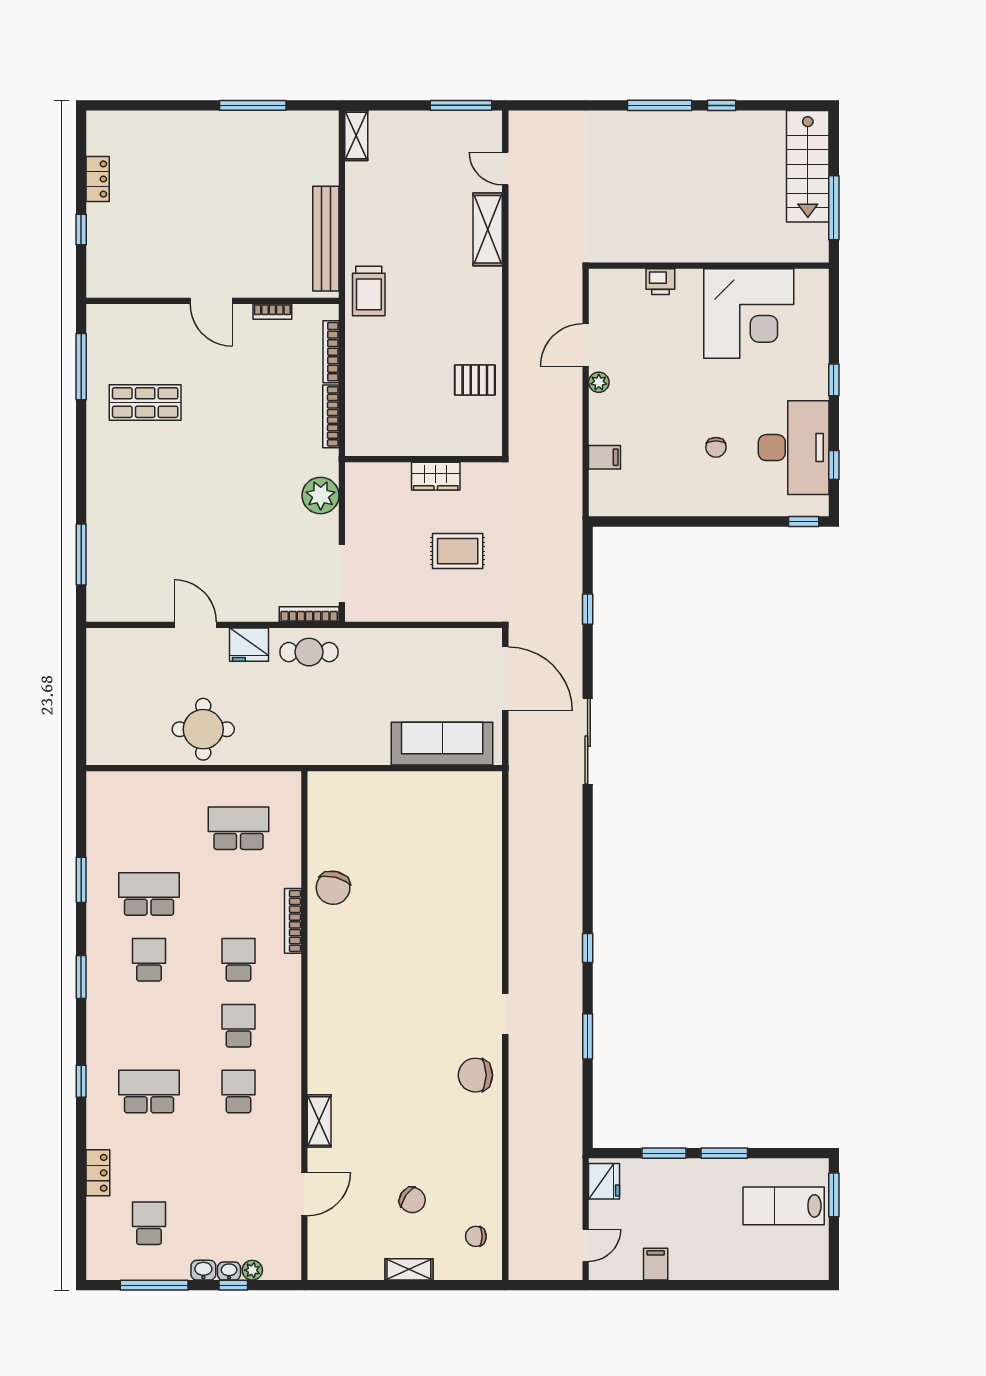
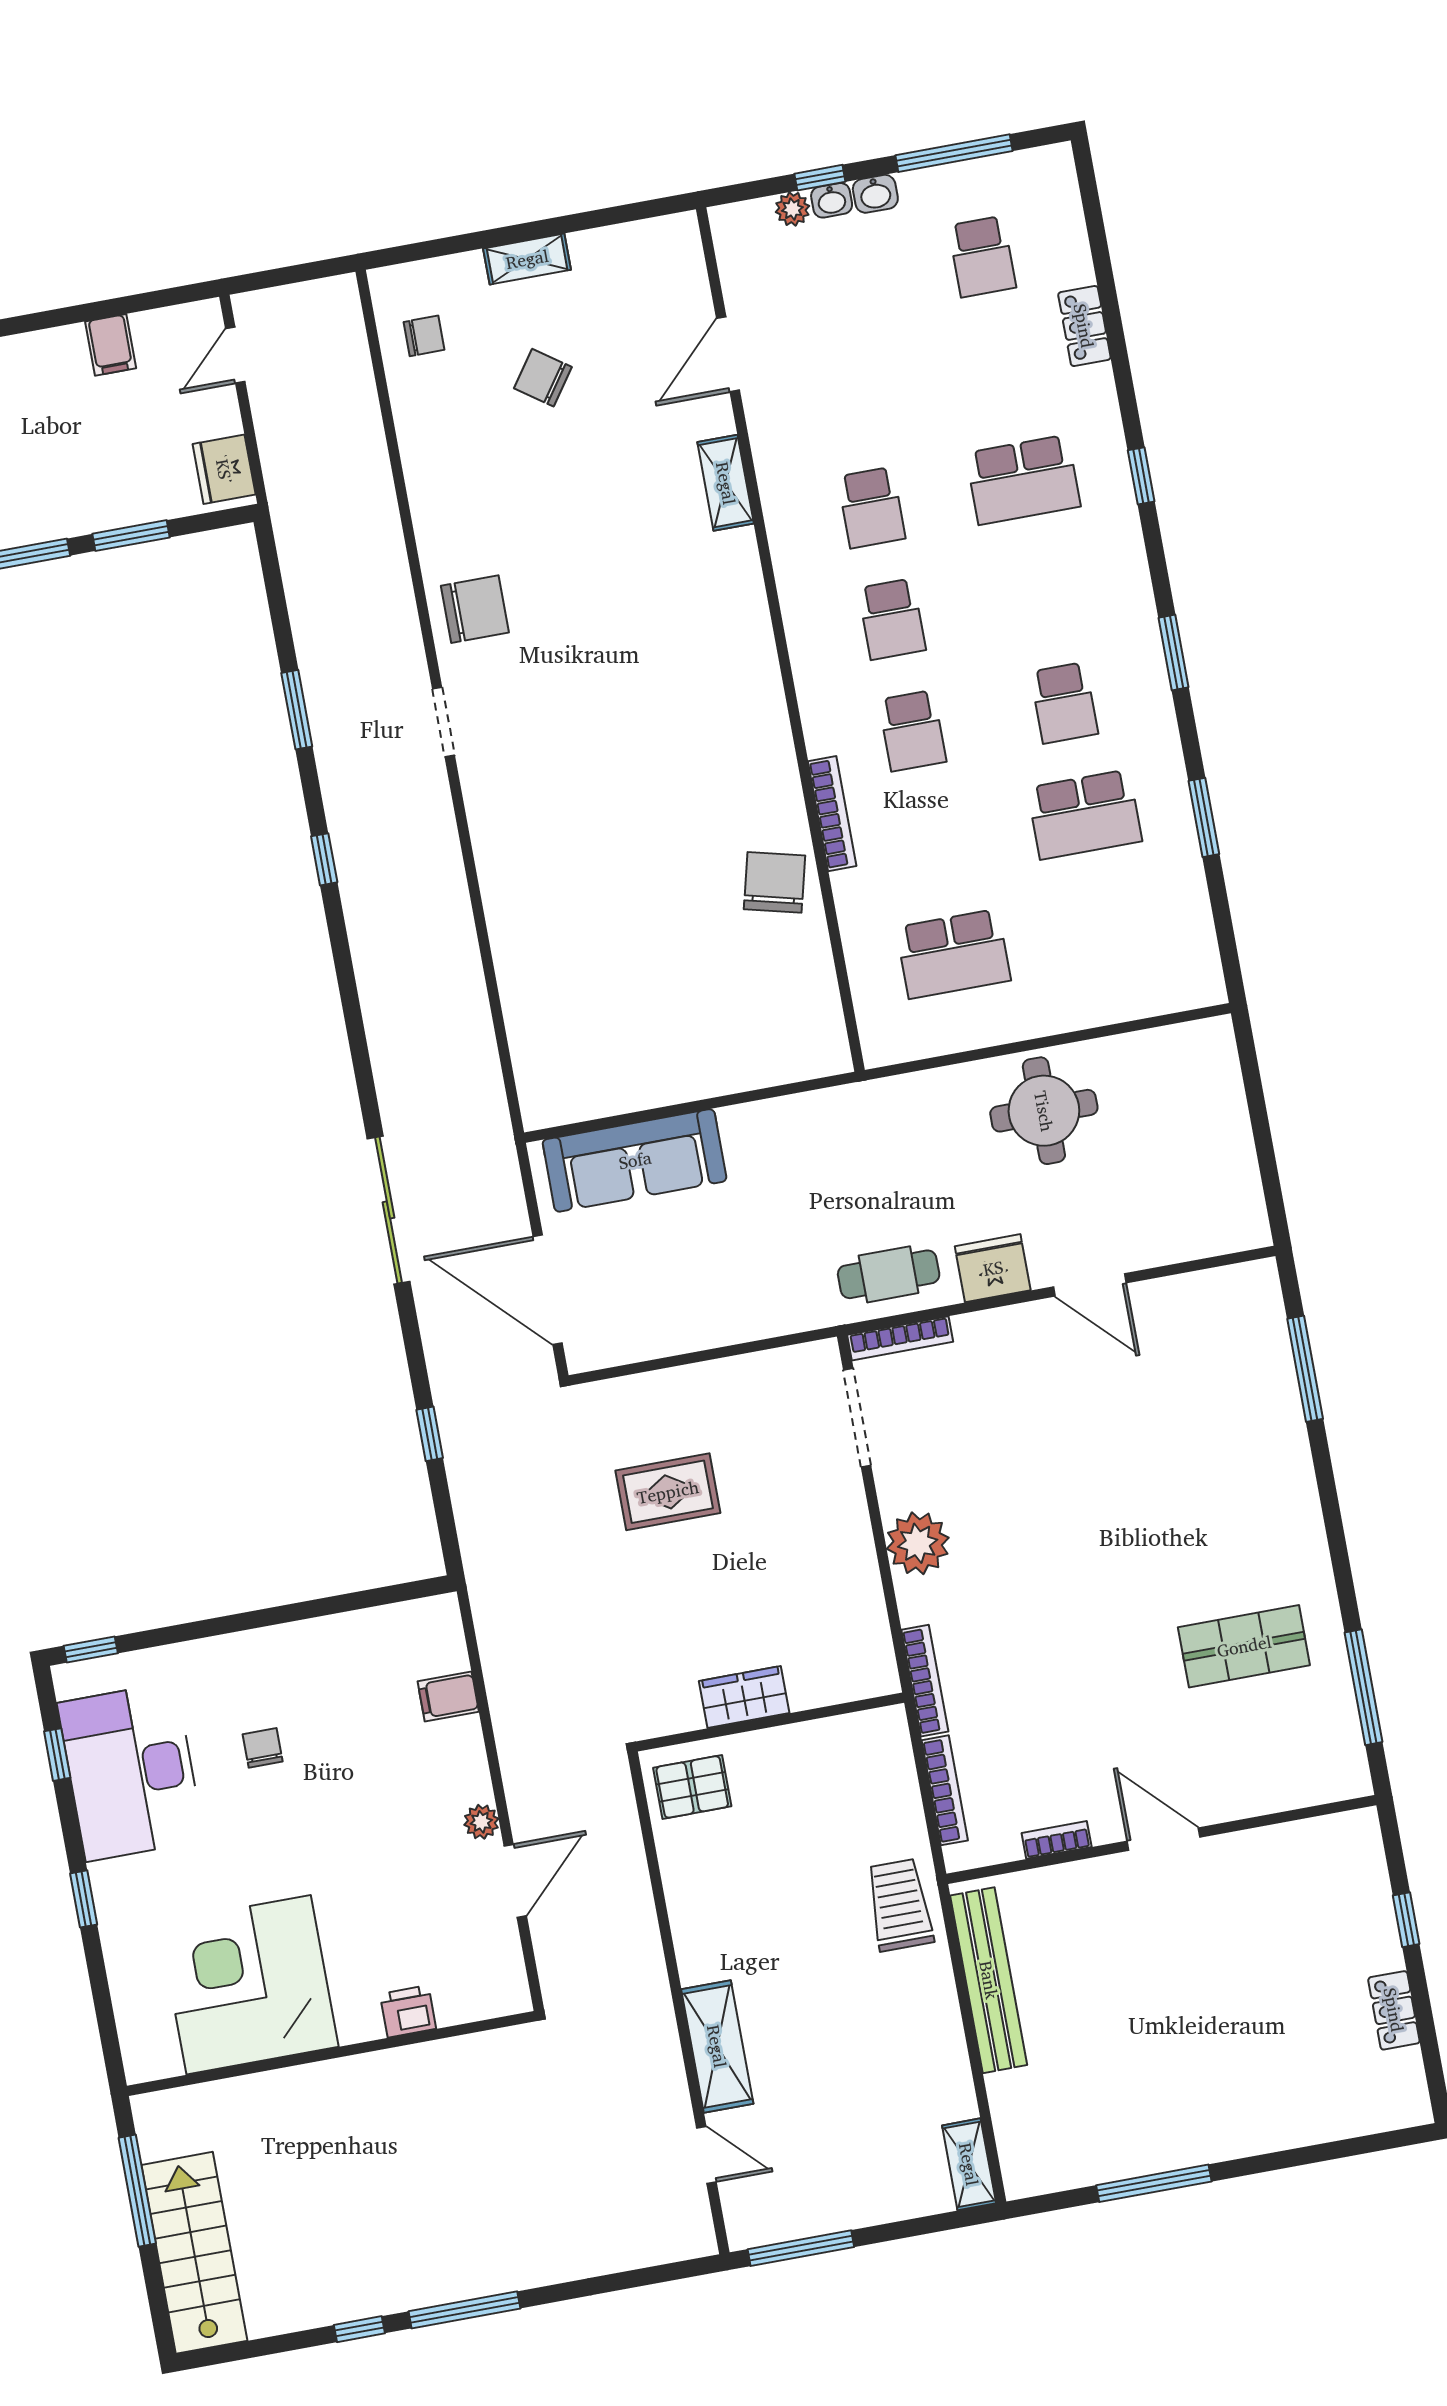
wall: (424, 459) -> (770, 1722), moved
wardrobe: (436, 476) -> (744, 1697), moved

